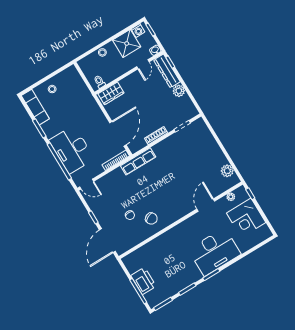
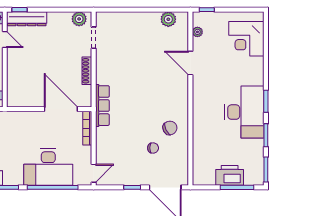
plant: (179, 91) -> (79, 19), moved
wardrobe: (111, 93) -> (15, 91), removed
corner desk: (246, 218) -> (246, 39), moved, turned 90
desk: (214, 252) -> (244, 112), moved

